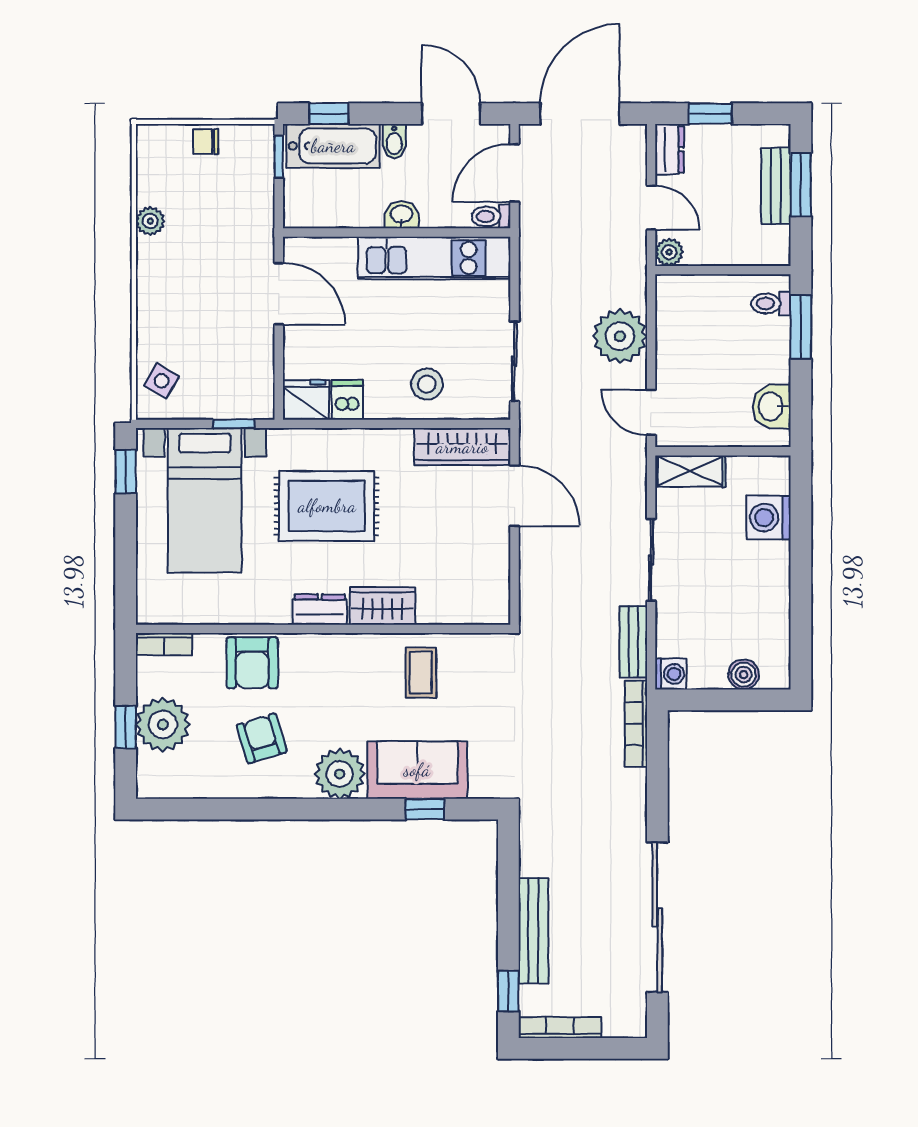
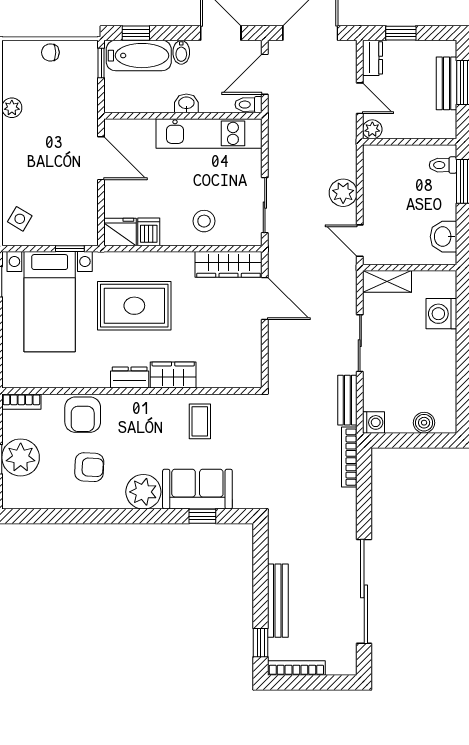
plant: (620, 336) -> (343, 193), width x0.73, depth x0.73
armchair: (262, 738) -> (89, 467), turned 110

